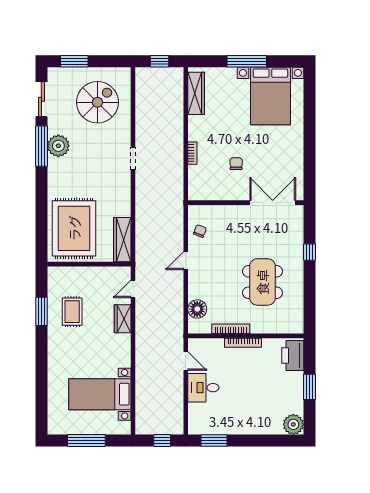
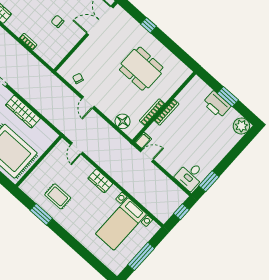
wardrobe: (122, 240) -> (23, 112), moved
wardrobe: (123, 319) -> (100, 181), moved
filing cabinet: (197, 345) -> (143, 141), added
printer: (293, 355) -> (217, 104), moved
desk: (203, 388) -> (190, 176), moved

